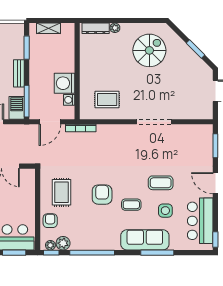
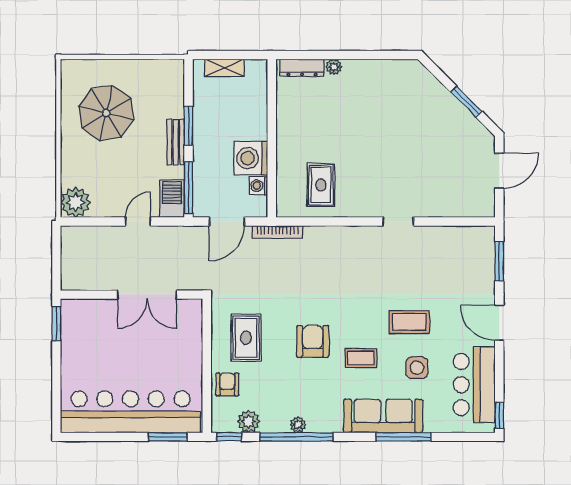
window: (27, 48) -> (188, 126), moved
spiral stairs: (149, 50) -> (391, 104), removed
rug: (107, 100) -> (321, 185), turned 90
doorway: (154, 122) -> (398, 222), width x0.53
plant: (50, 245) -> (298, 425), moved

